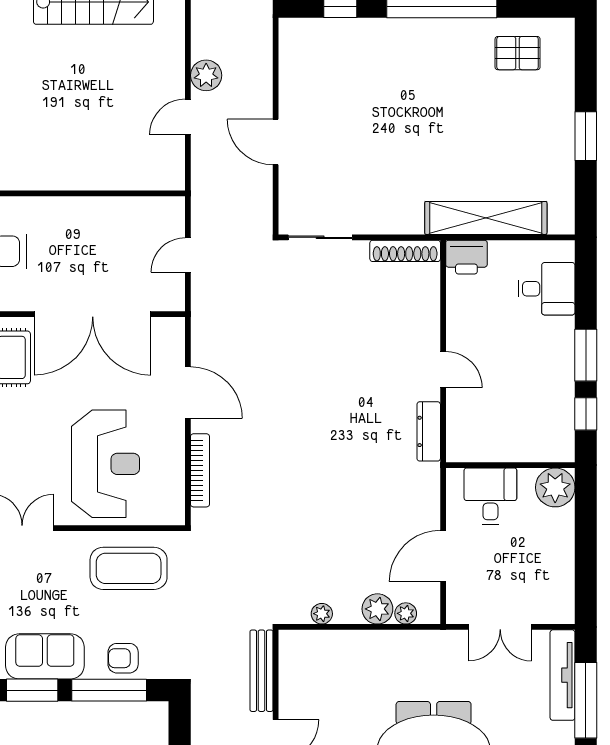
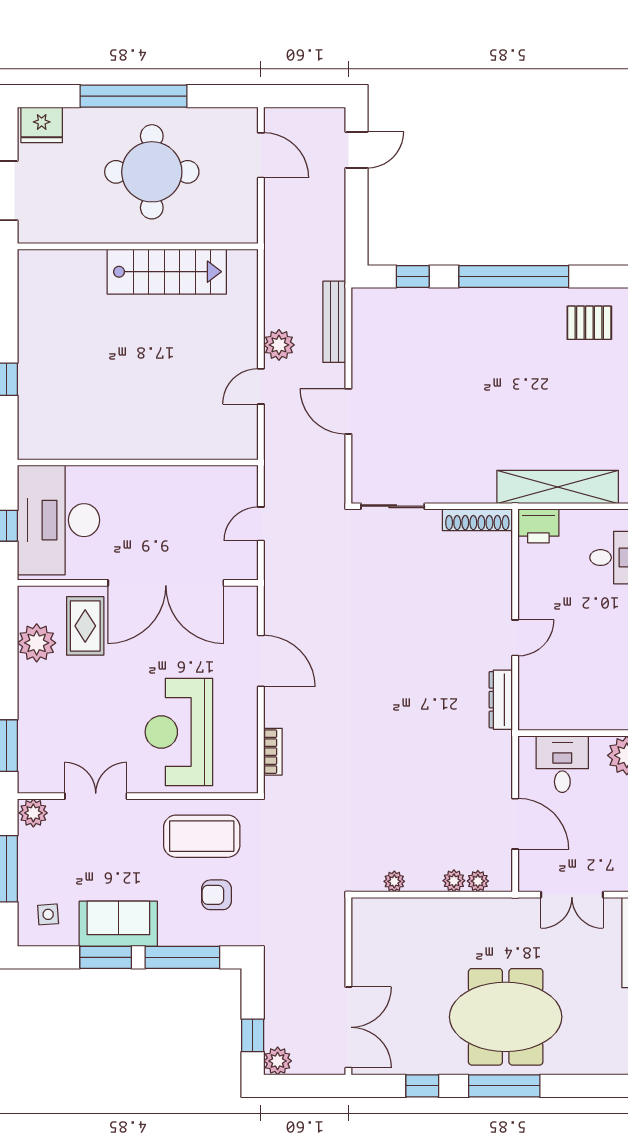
door: (443, 369) -> (515, 638), hinge flipped
reception desk: (106, 464) -> (179, 732), turned 180
bookcase: (200, 470) -> (273, 752), width x0.64
door: (443, 556) -> (515, 824), swing flipped
plant: (377, 609) -> (454, 881), width x0.73, depth x0.73
armchair: (123, 658) -> (217, 895), moved
bench: (261, 671) -> (334, 322), moved

